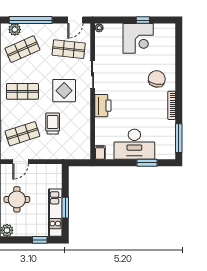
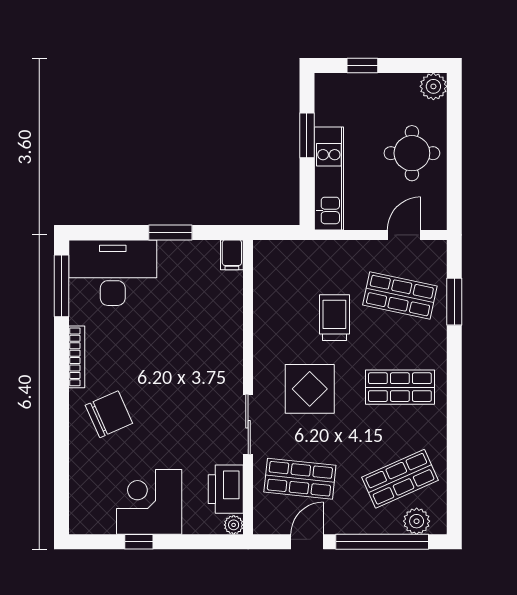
door: (75, 20) -> (307, 542), moved
chair: (157, 79) -> (109, 414), turned -124
printer: (103, 106) -> (226, 489), moved
trolley: (53, 123) -> (334, 318), turned 180
shop shelf: (22, 134) -> (400, 296), turned 30
desk: (134, 144) -> (113, 273), moved
window: (147, 163) -> (170, 232), moved
kitchen unit: (55, 213) -> (329, 178), moved

